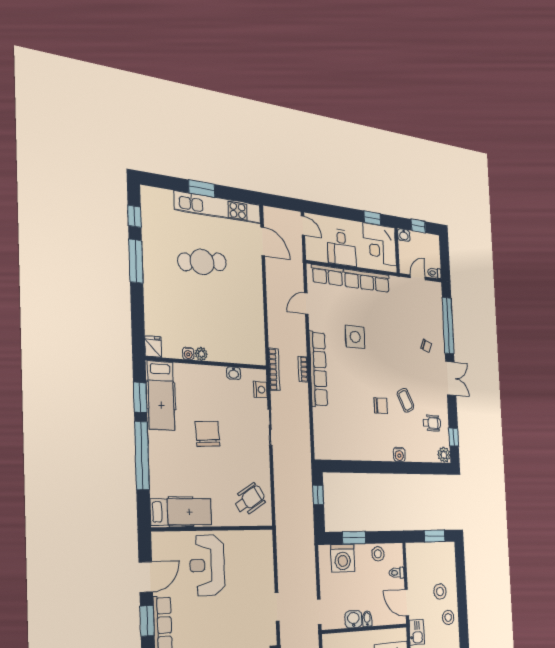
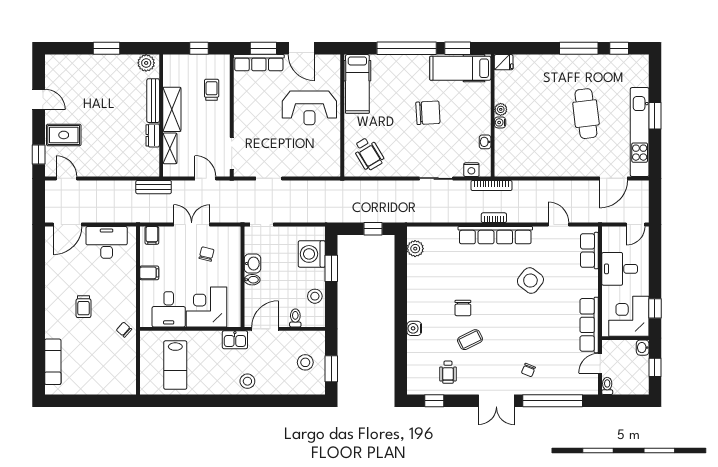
door: (418, 277) -> (600, 363), swing flipped
row of seats: (367, 281) -> (589, 325), moved
side table: (355, 337) -> (530, 281), turned 38
water cooler: (188, 353) -> (500, 122), moved
plant: (444, 455) -> (415, 249), moved
reception desk: (207, 565) -> (309, 108), turned 180
stool: (440, 591) -> (305, 362), moved

